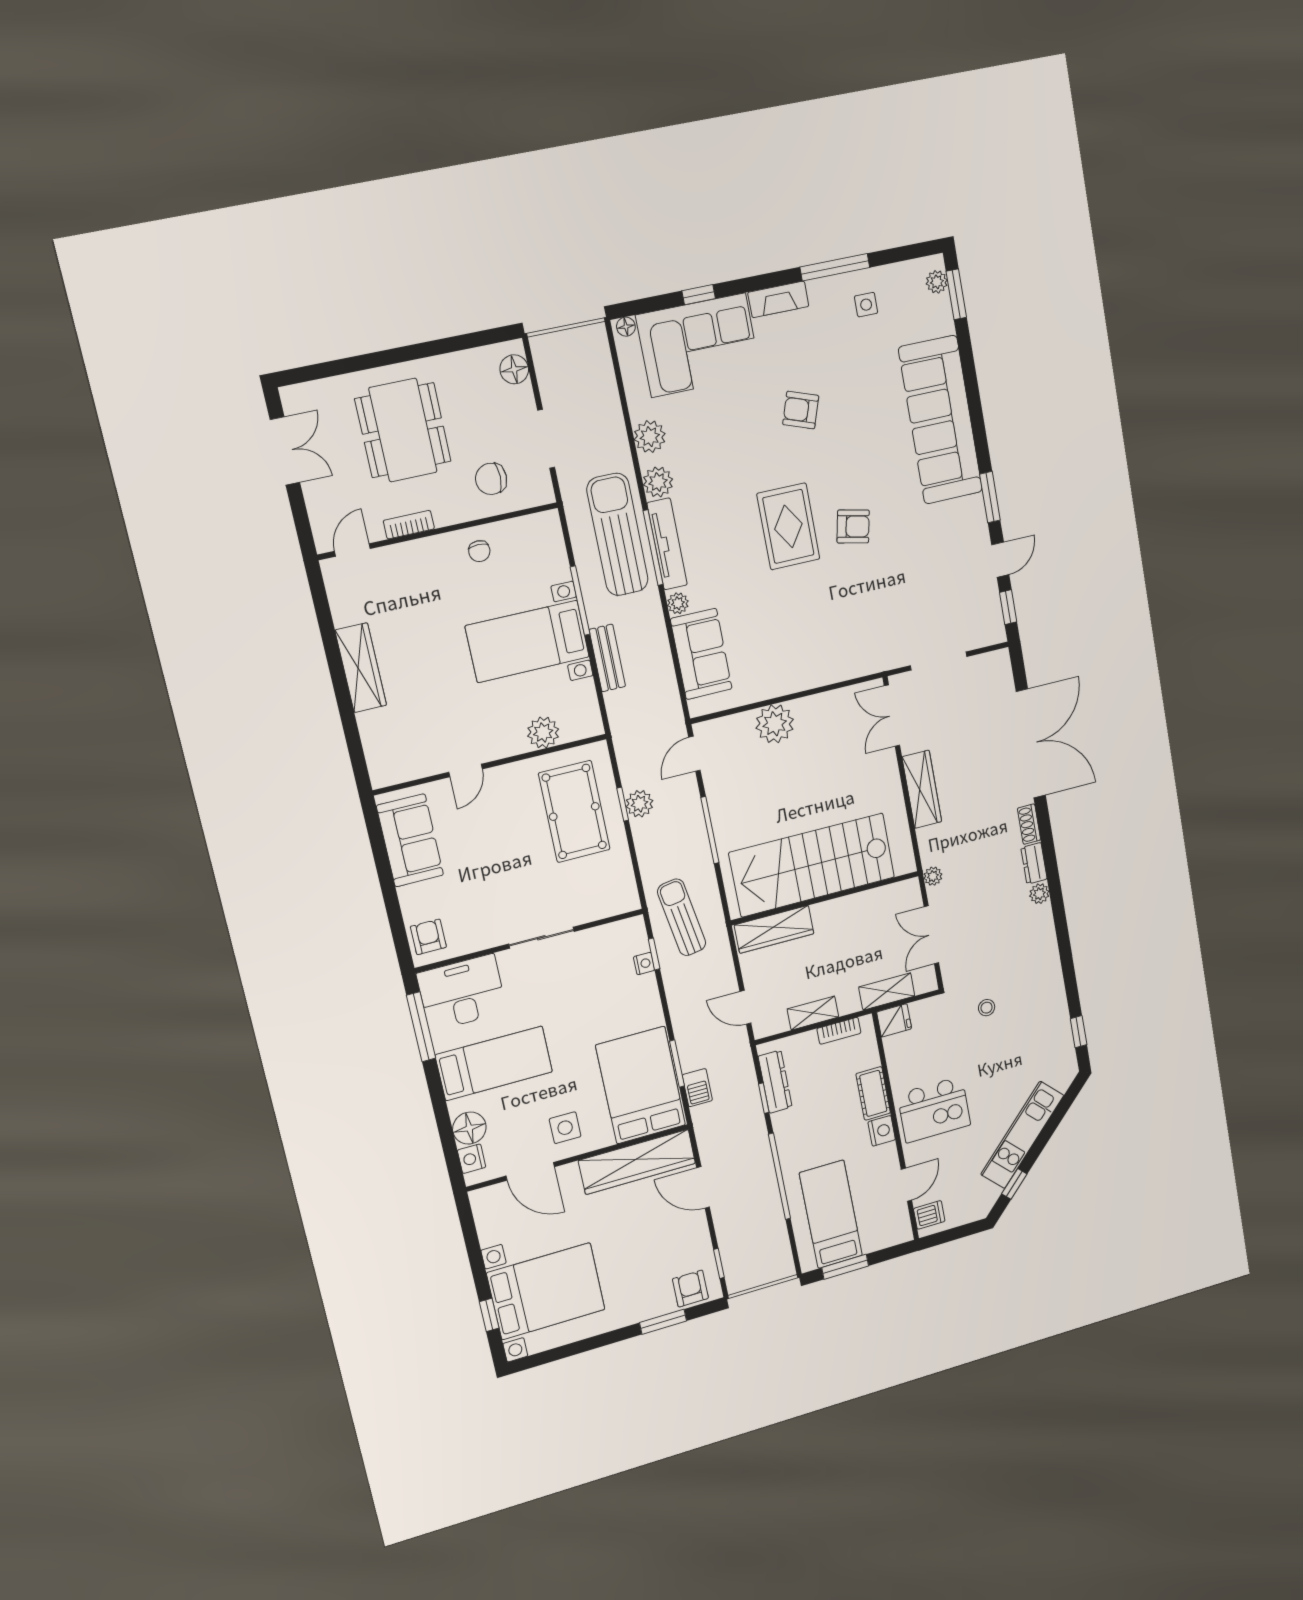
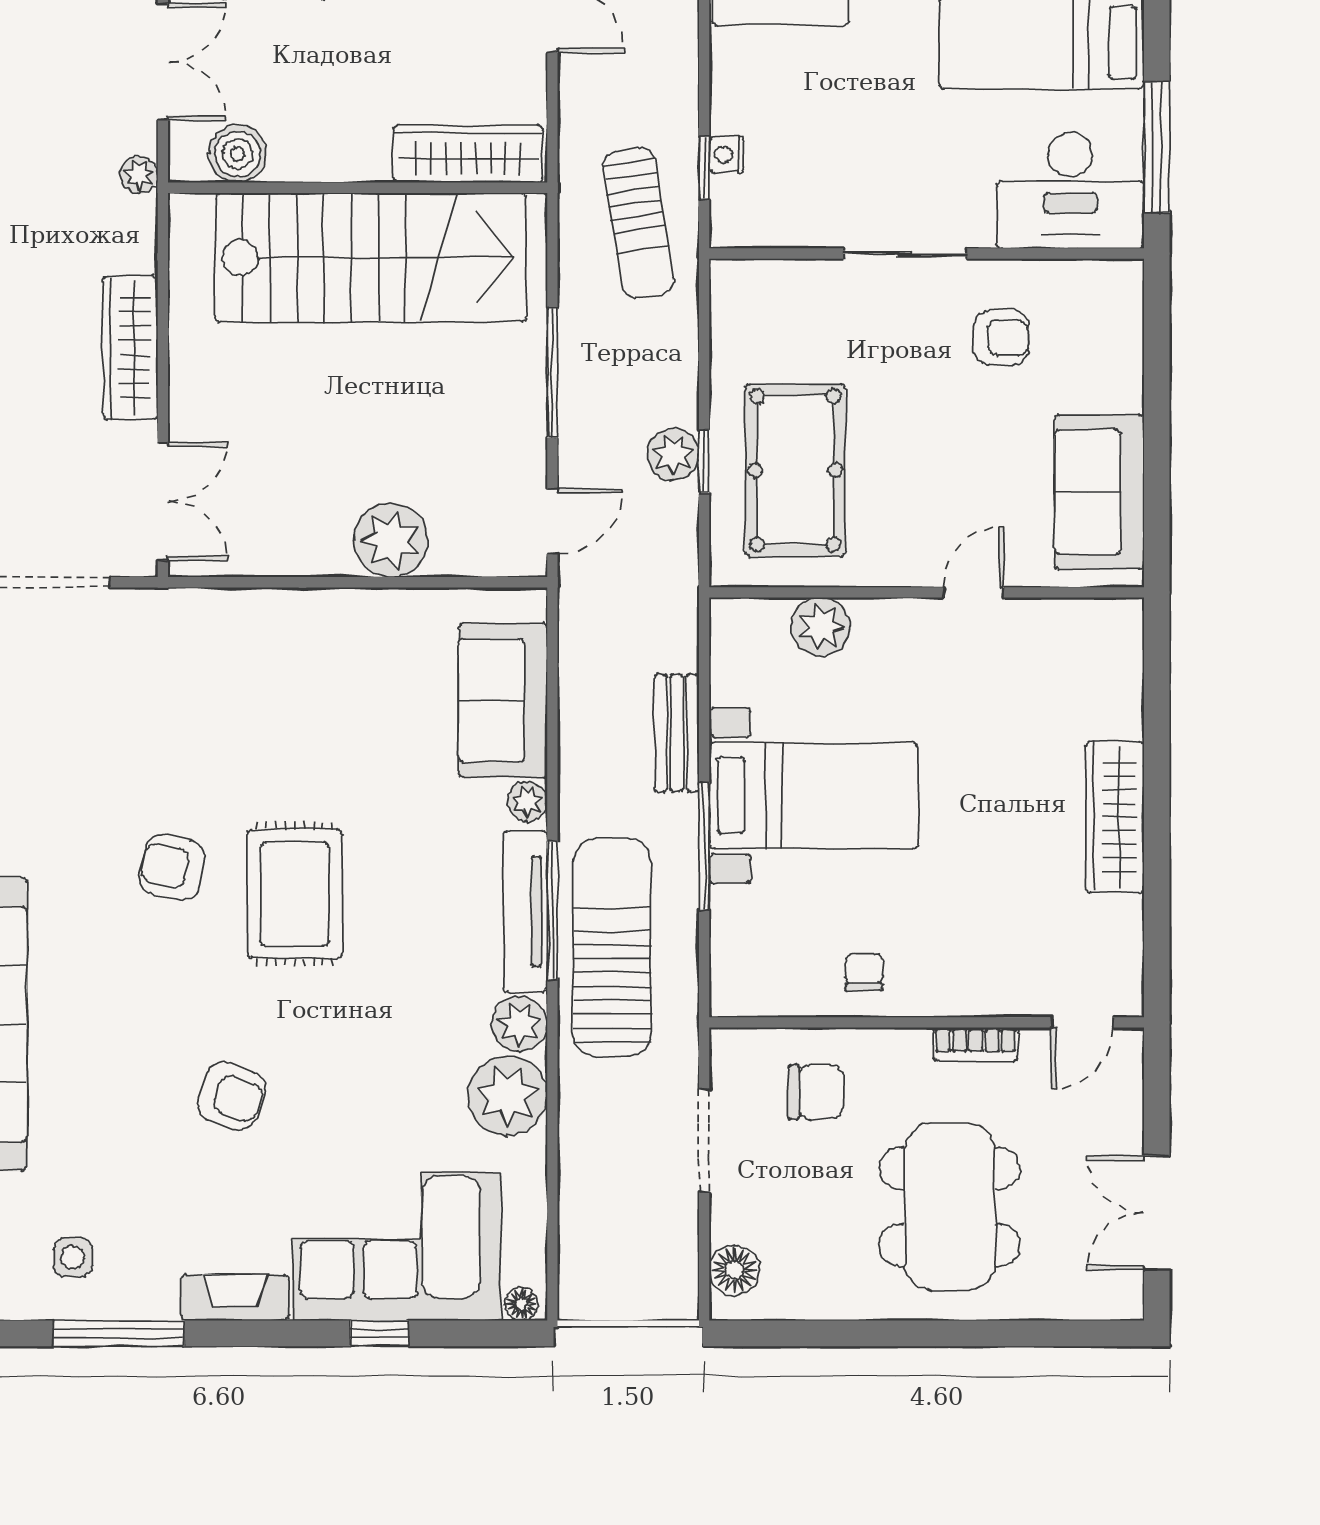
plant: (650, 437) -> (507, 1096), width x1.36, depth x1.36
sun lounger: (617, 535) -> (612, 948), turned 180
boiler: (887, 899) -> (238, 154), added
armchair: (428, 937) -> (1001, 338), moved, turned -90

